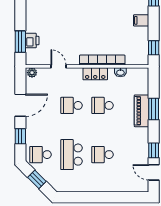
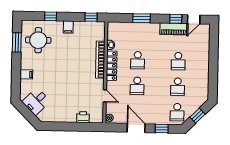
window: (20, 42) -> (84, 127), removed
door: (58, 66) -> (105, 96), swing flipped
locker: (95, 74) -> (112, 66), width x1.53
piano: (141, 111) -> (173, 29), moved
school desk: (71, 155) -> (178, 87), width x0.54

